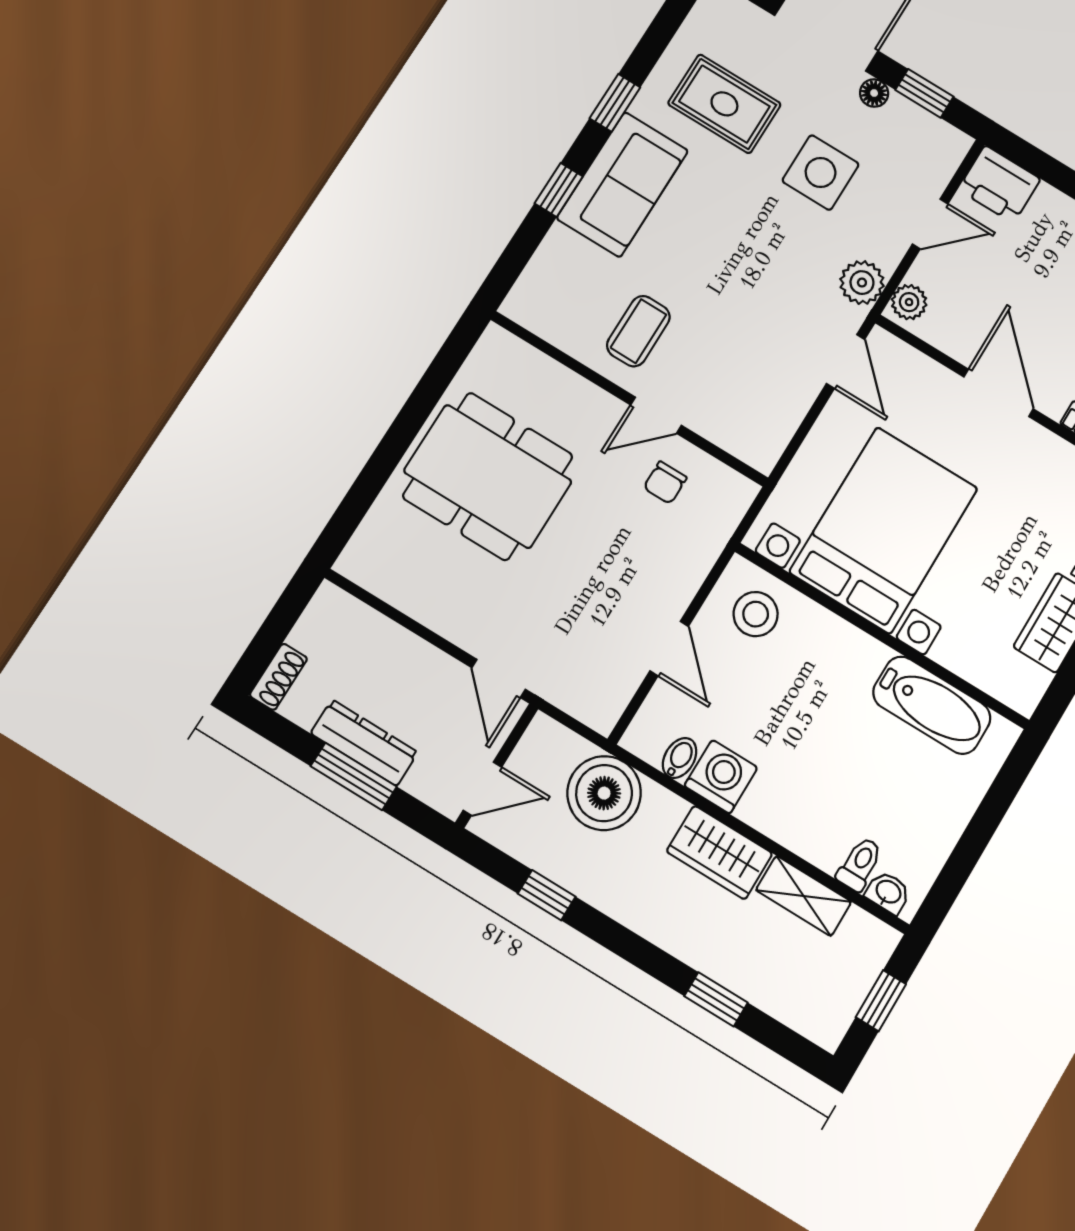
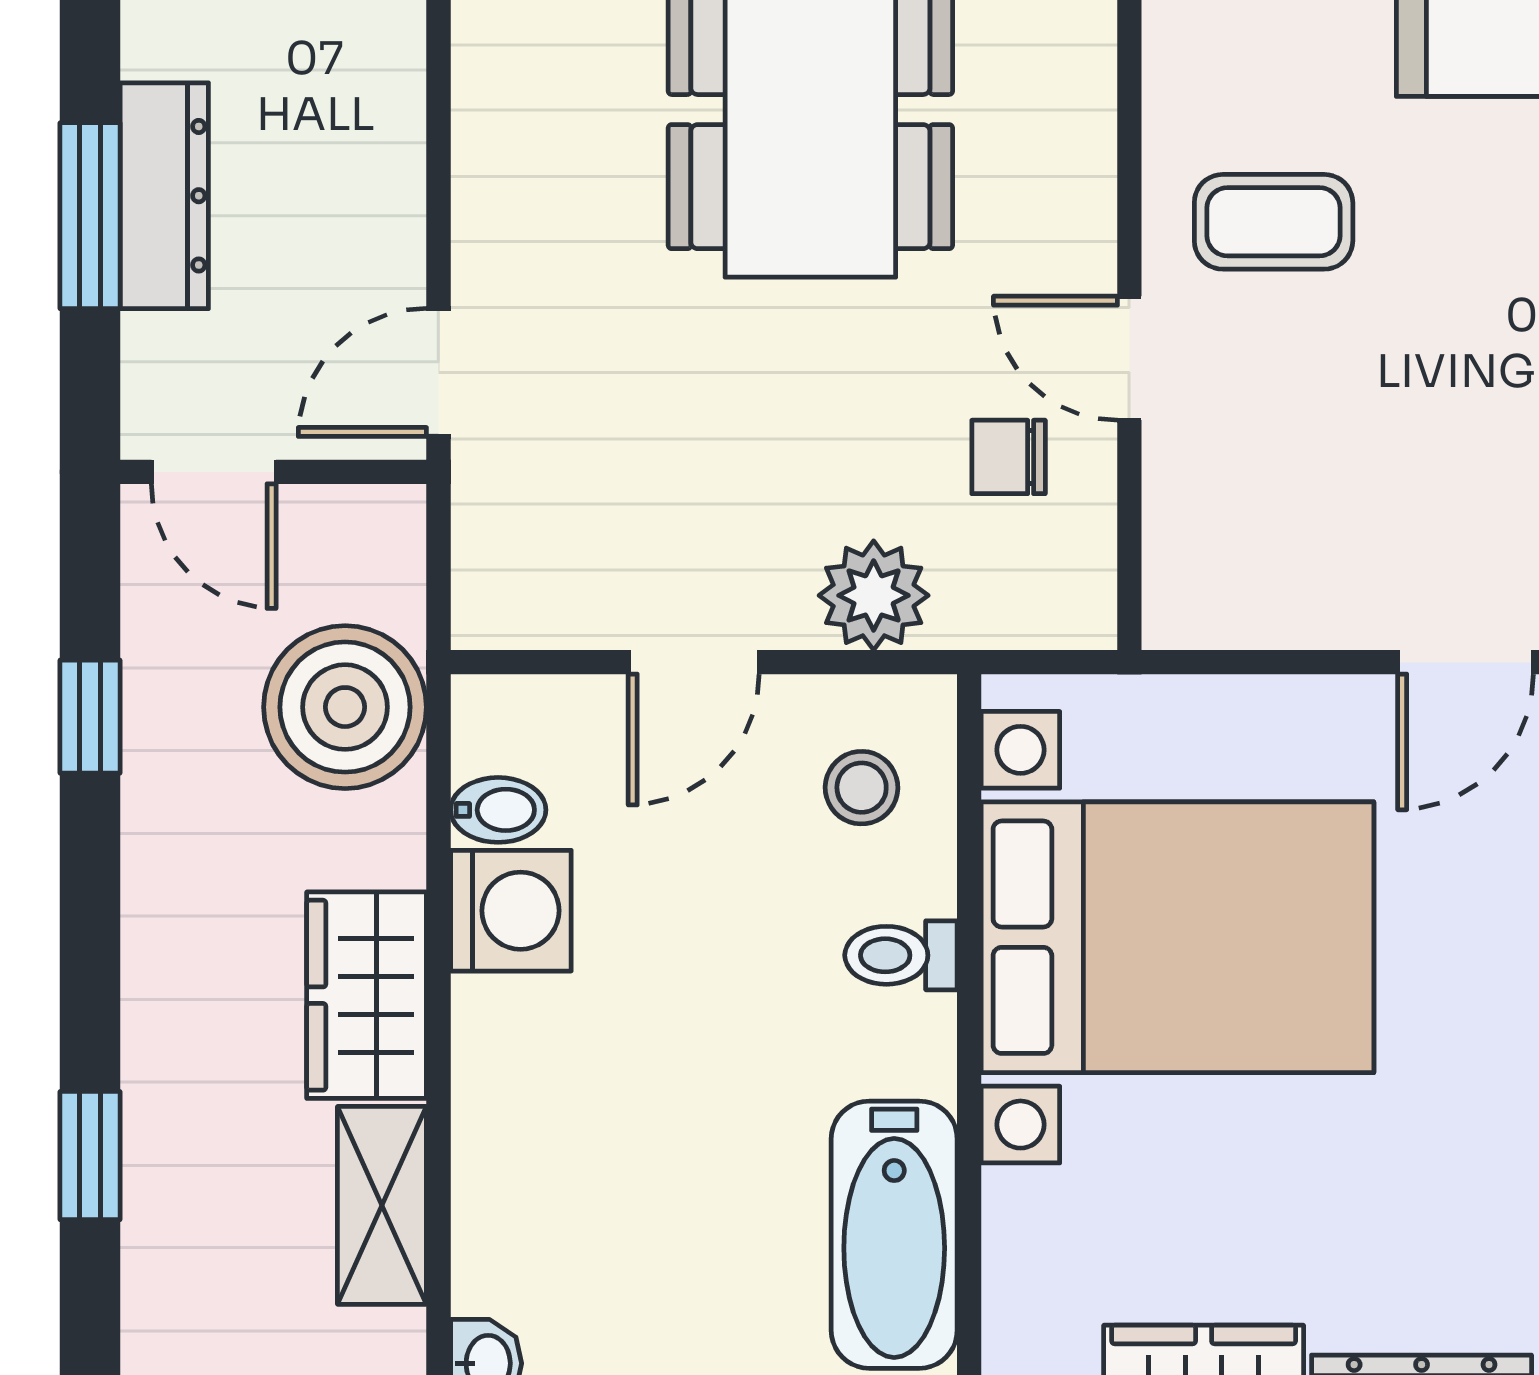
plant: (686, 565) -> (874, 595), added
stool: (756, 614) -> (862, 788), width x0.73, depth x0.73
toilet: (860, 864) -> (901, 955), moved, turned 180

